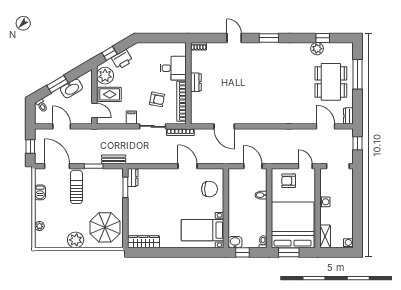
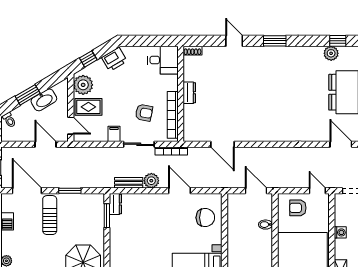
printer: (122, 59) -> (114, 59), moved
desk: (173, 68) -> (163, 60), moved
door: (62, 126) -> (46, 144), moved
plant: (163, 158) -> (151, 181), added
bench: (114, 159) -> (129, 183), moved

